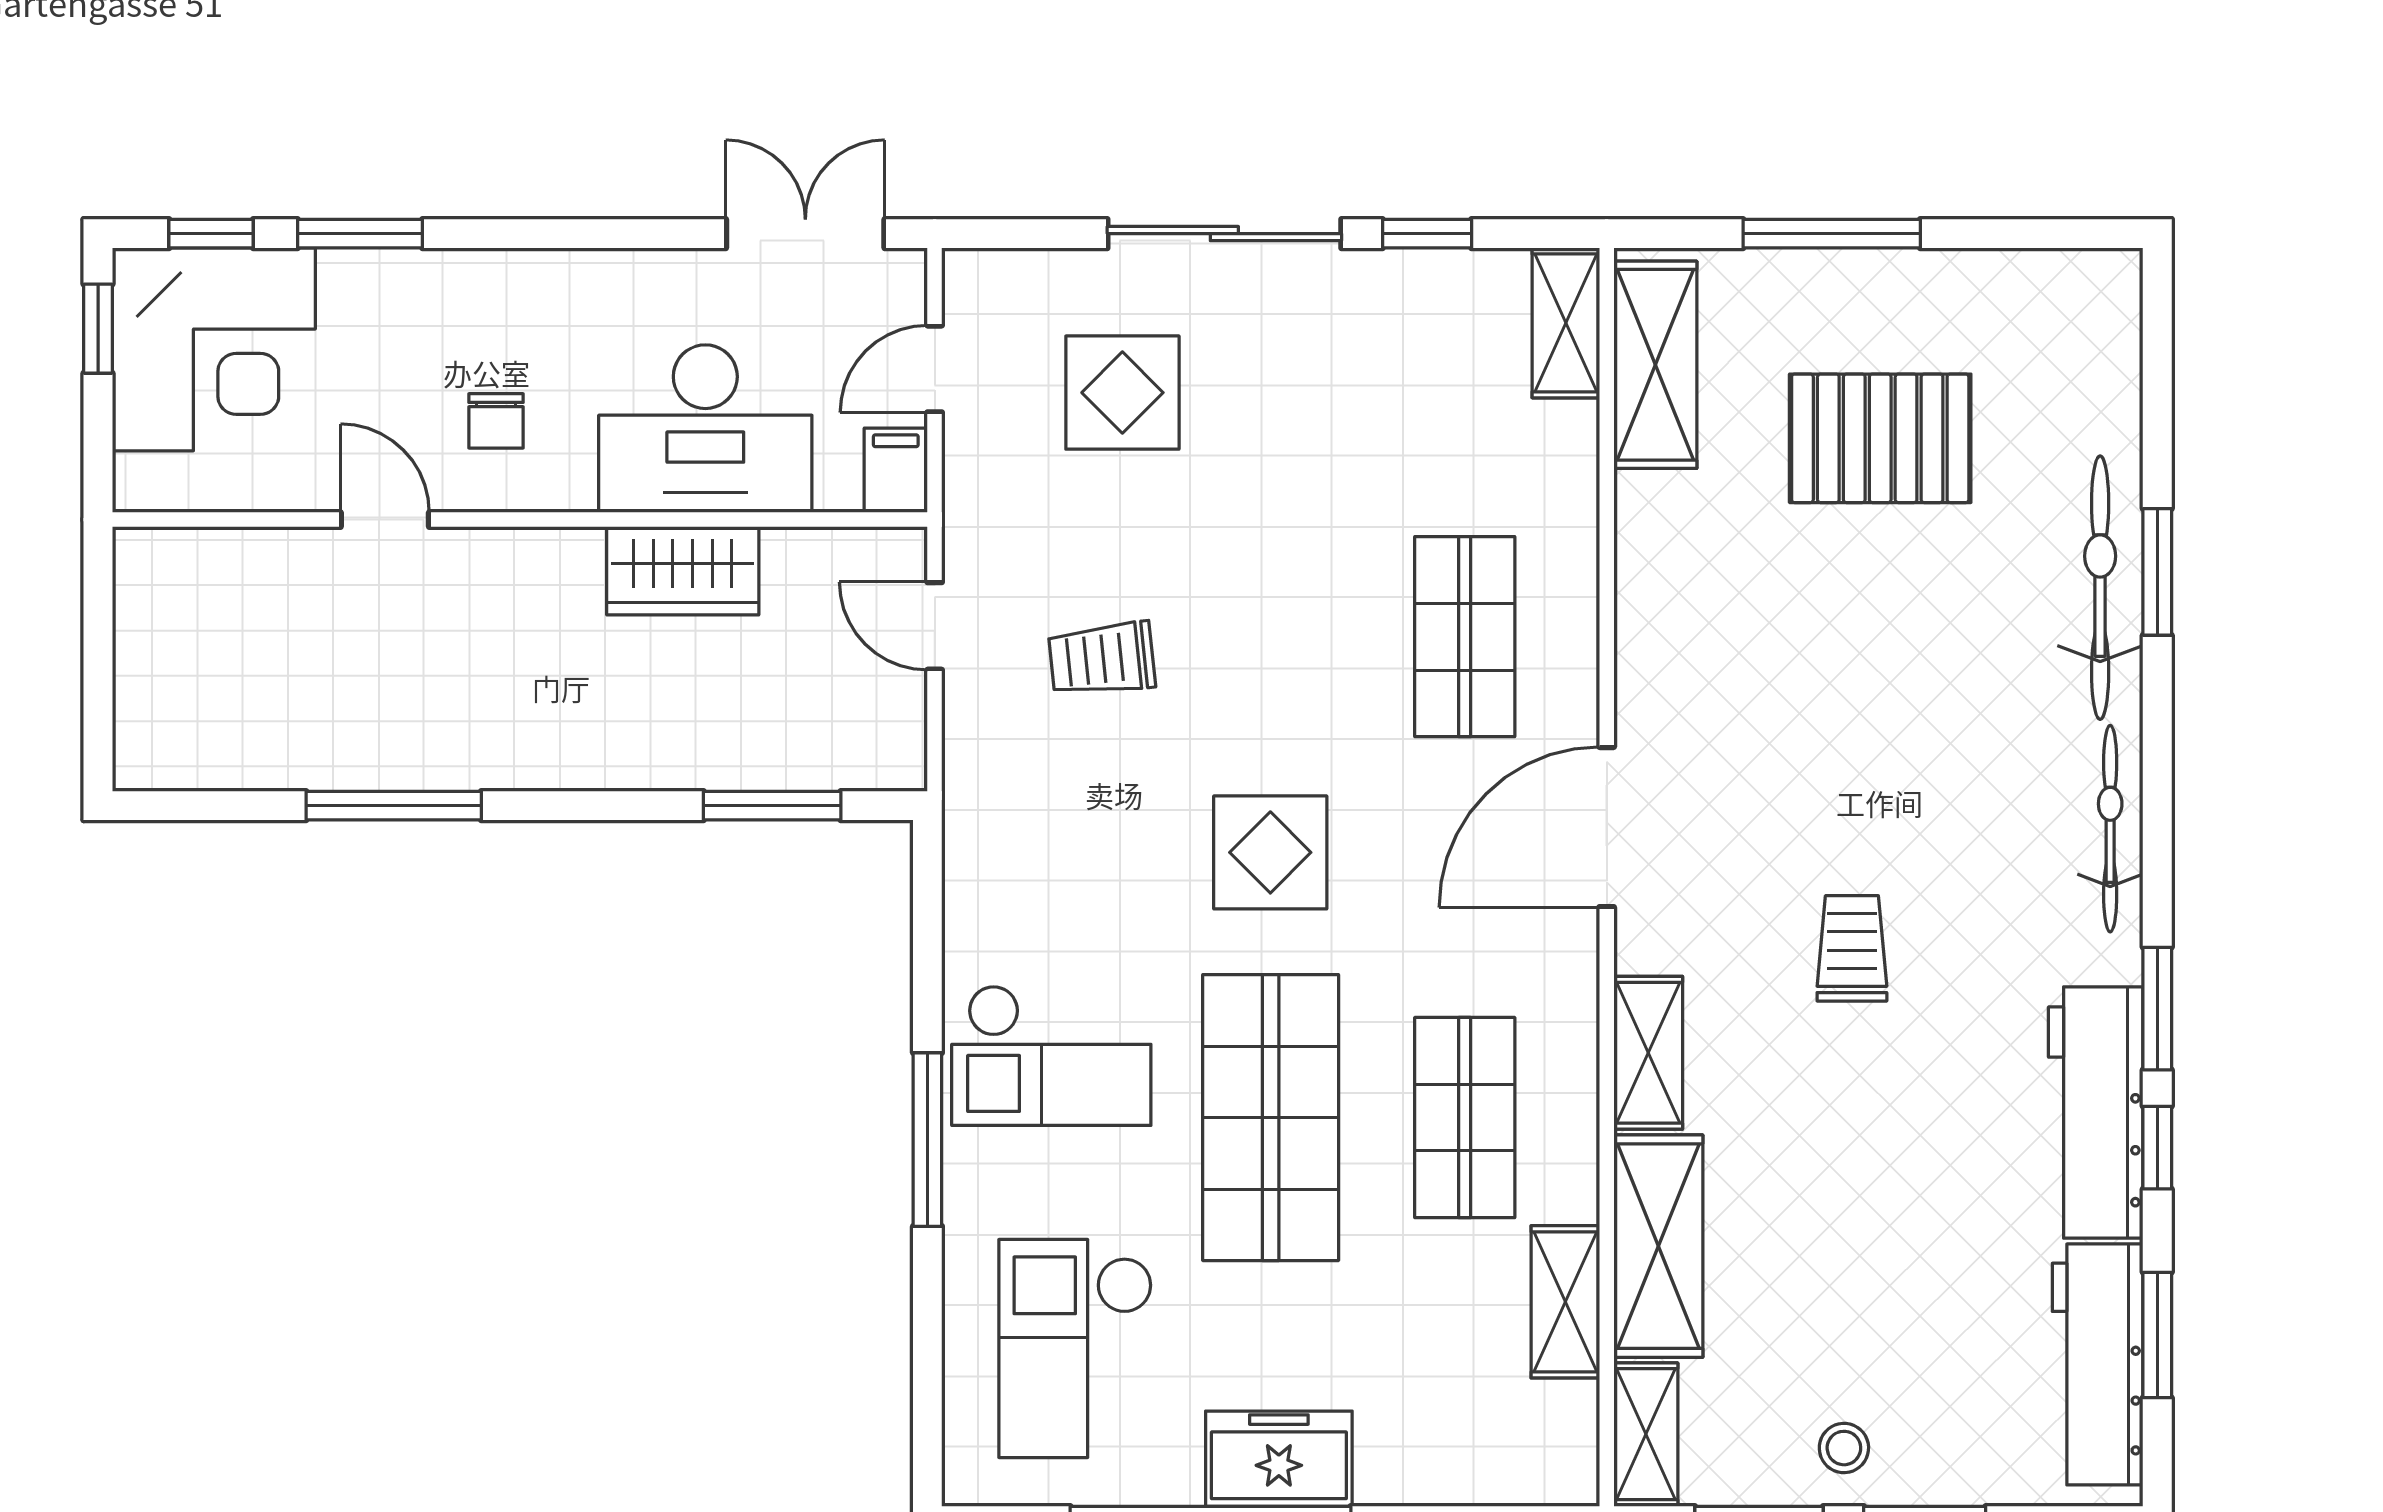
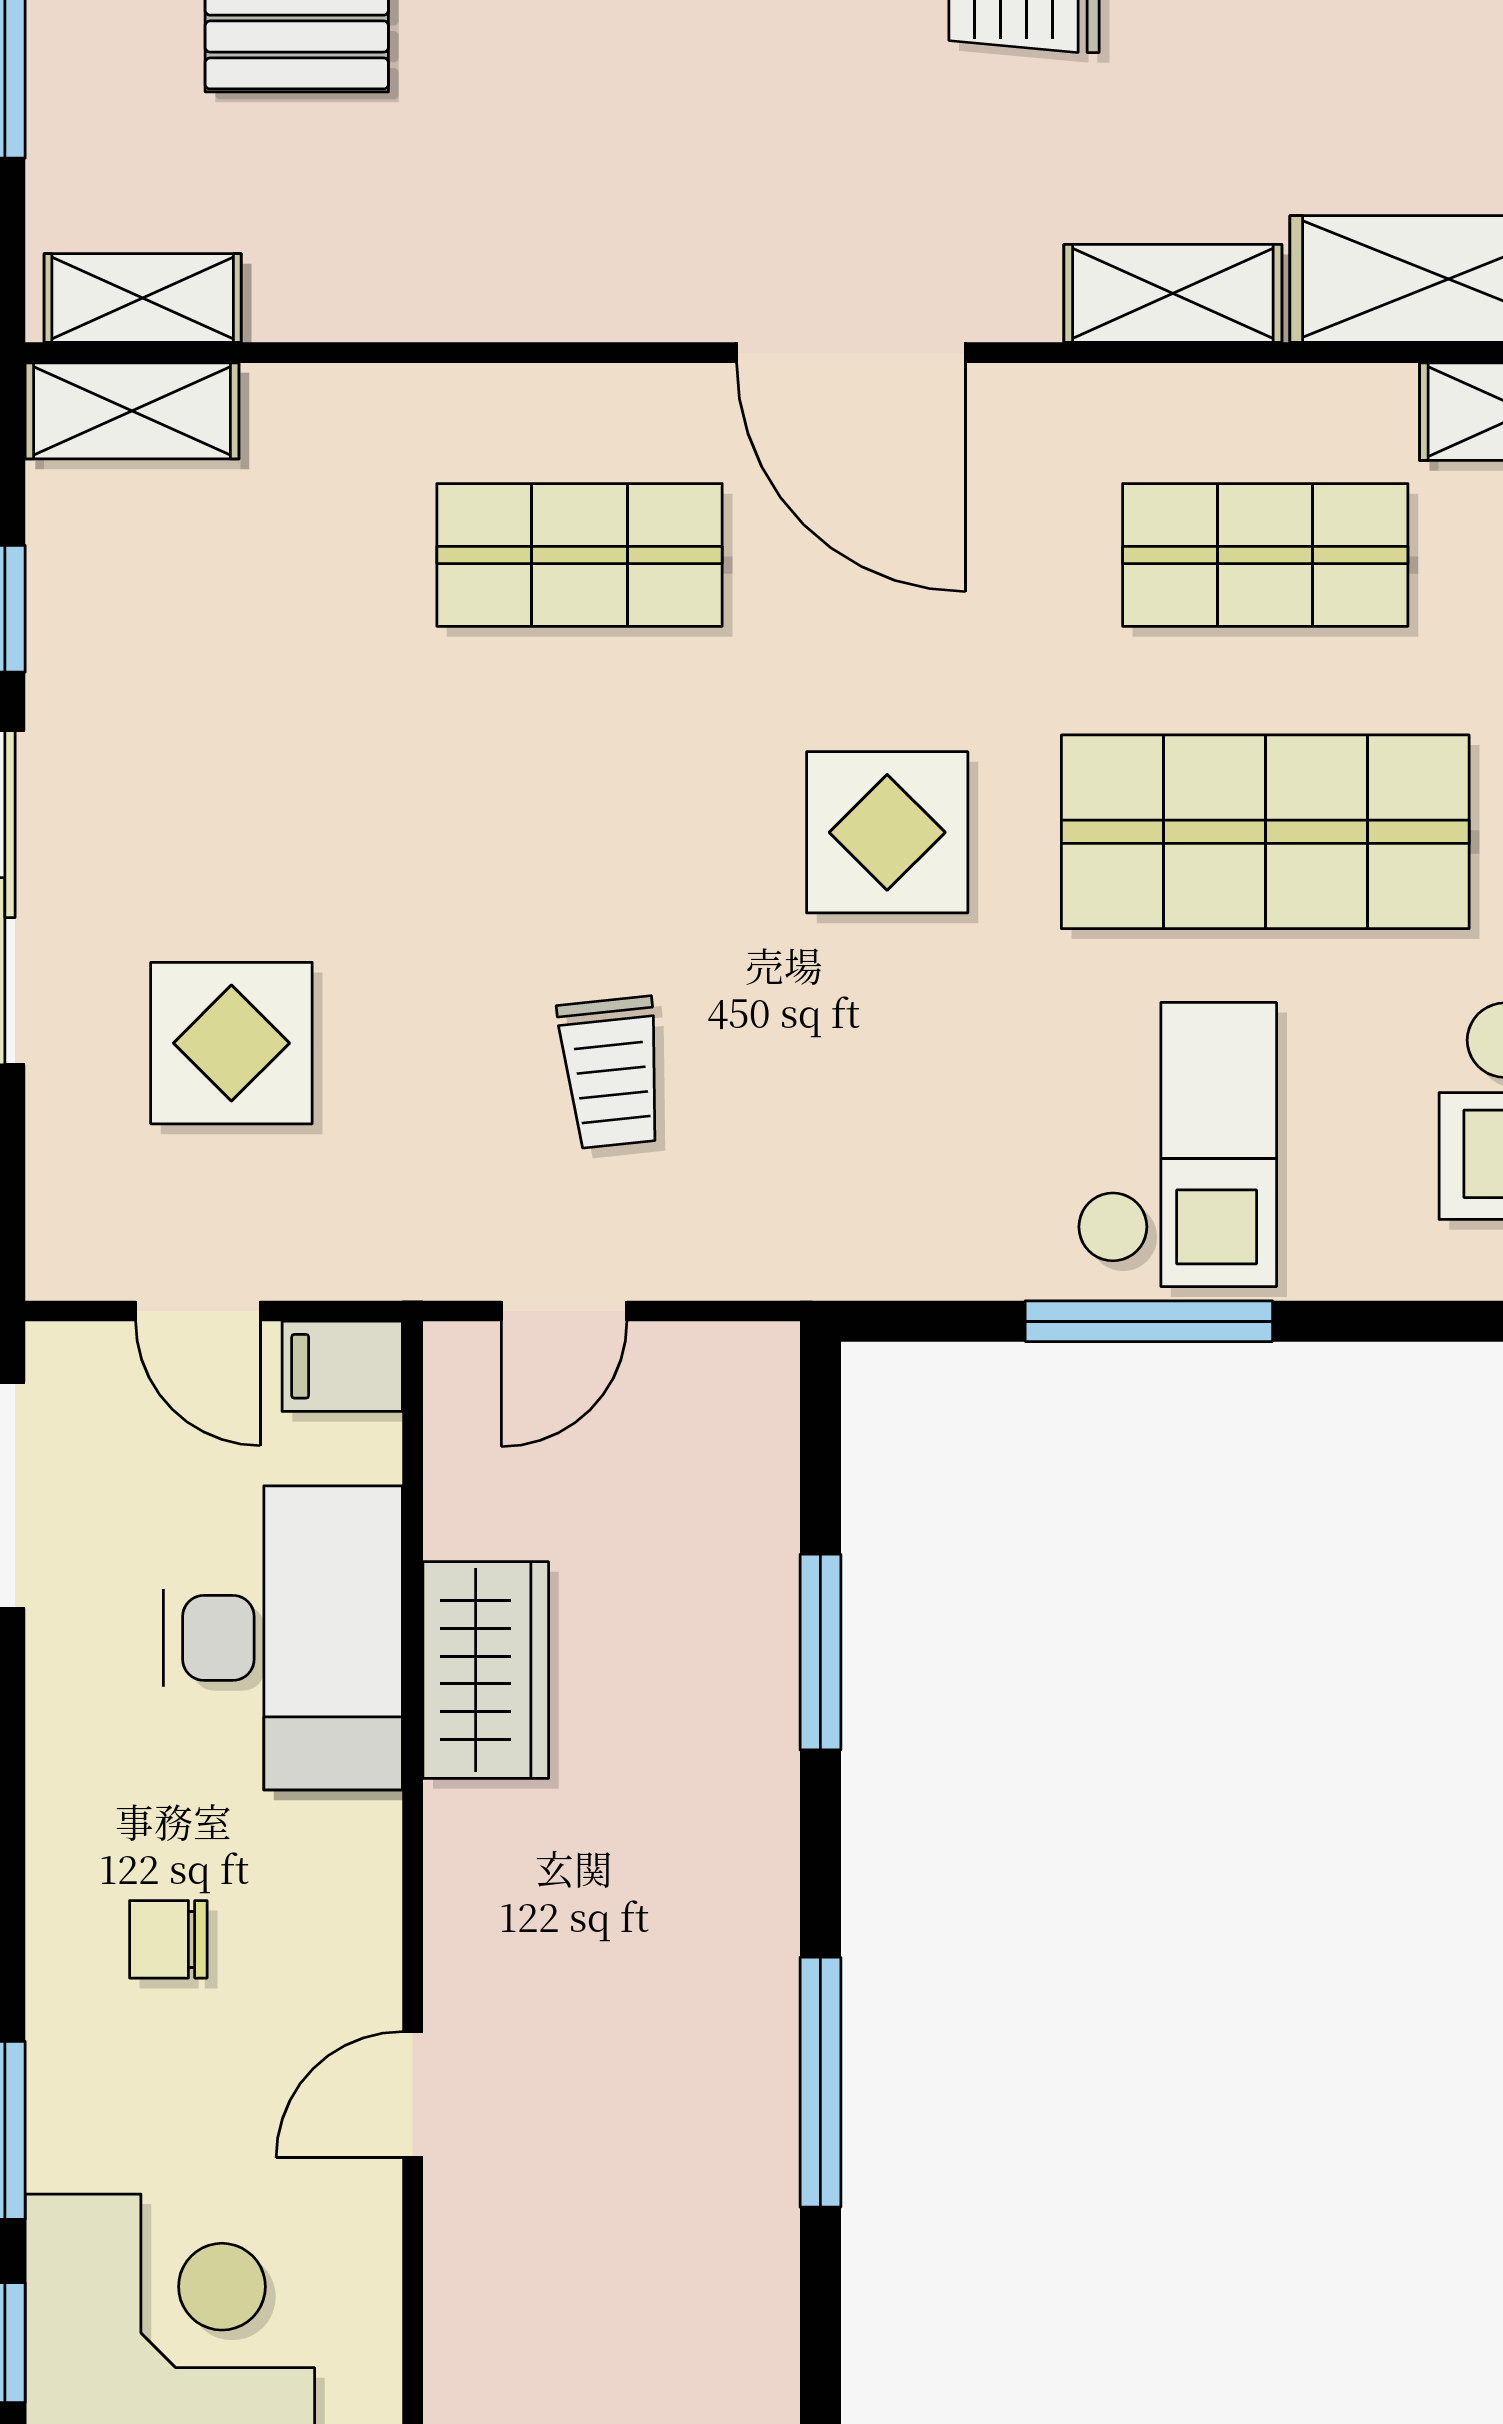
shelving: (1655, 365) -> (143, 298), width x0.67, depth x0.75
chair: (496, 421) -> (168, 1939), moved, turned 180
window: (772, 806) -> (820, 1652), moved
window: (927, 1140) -> (1149, 1321), moved

